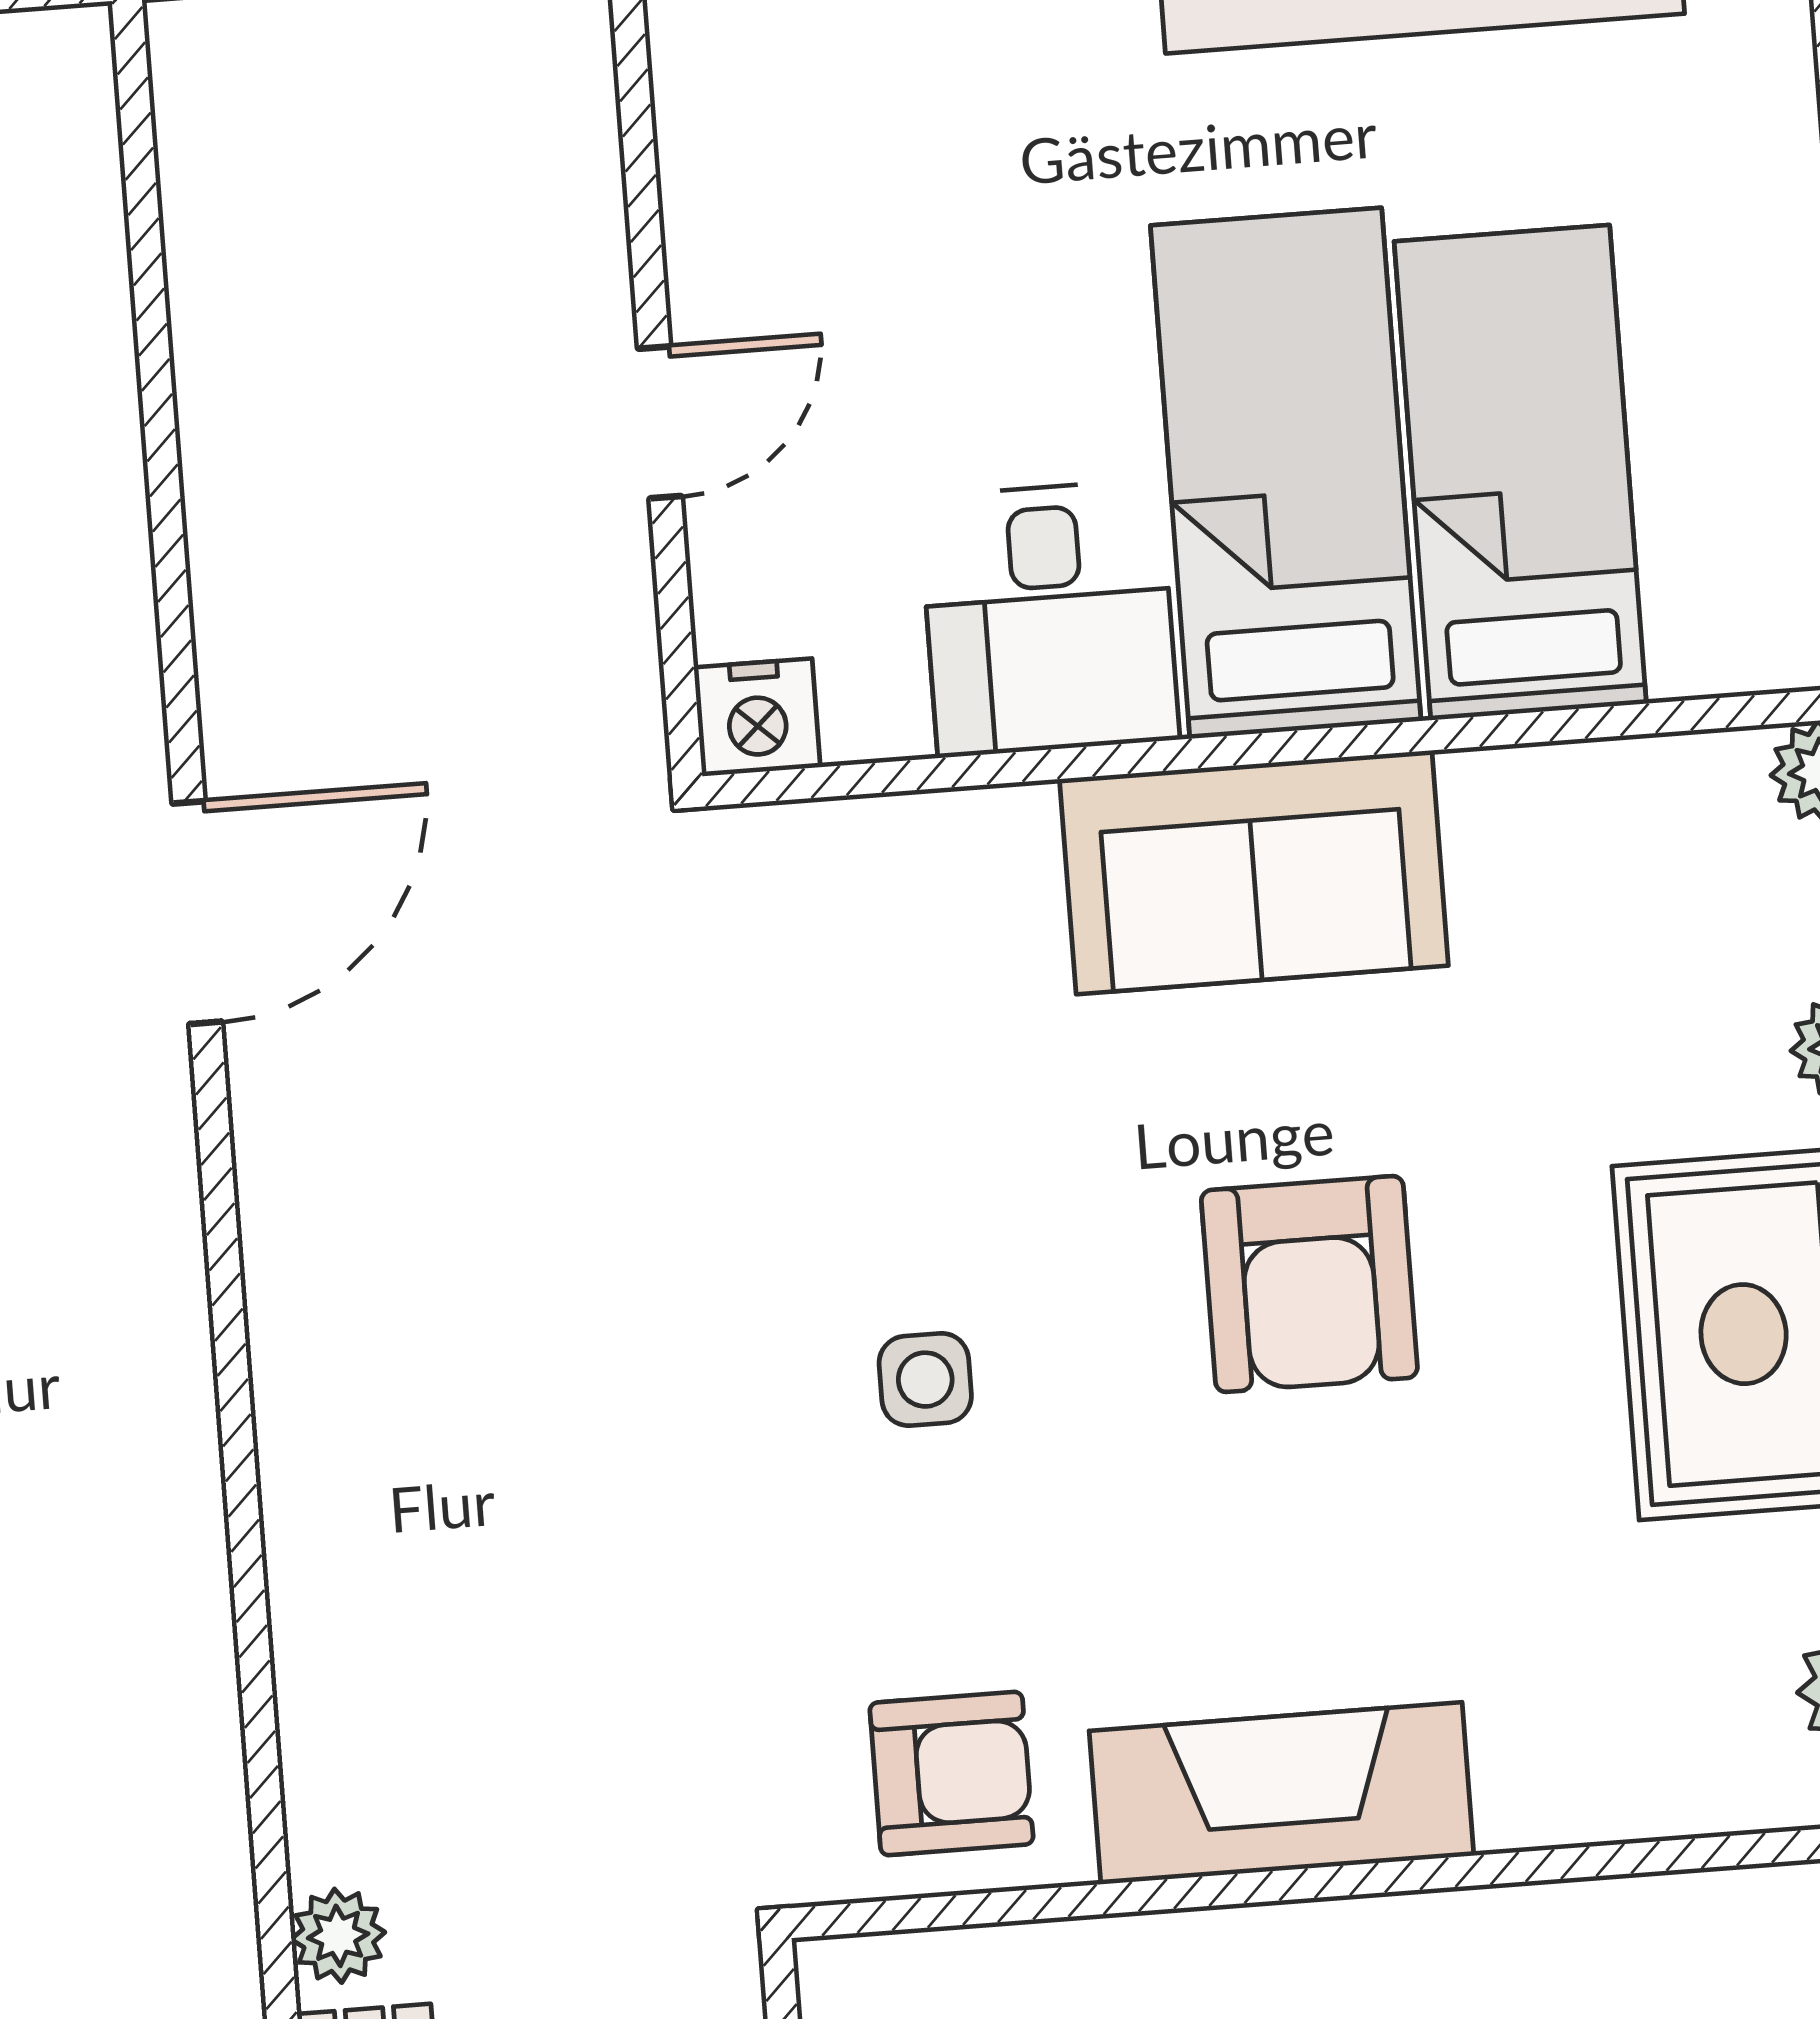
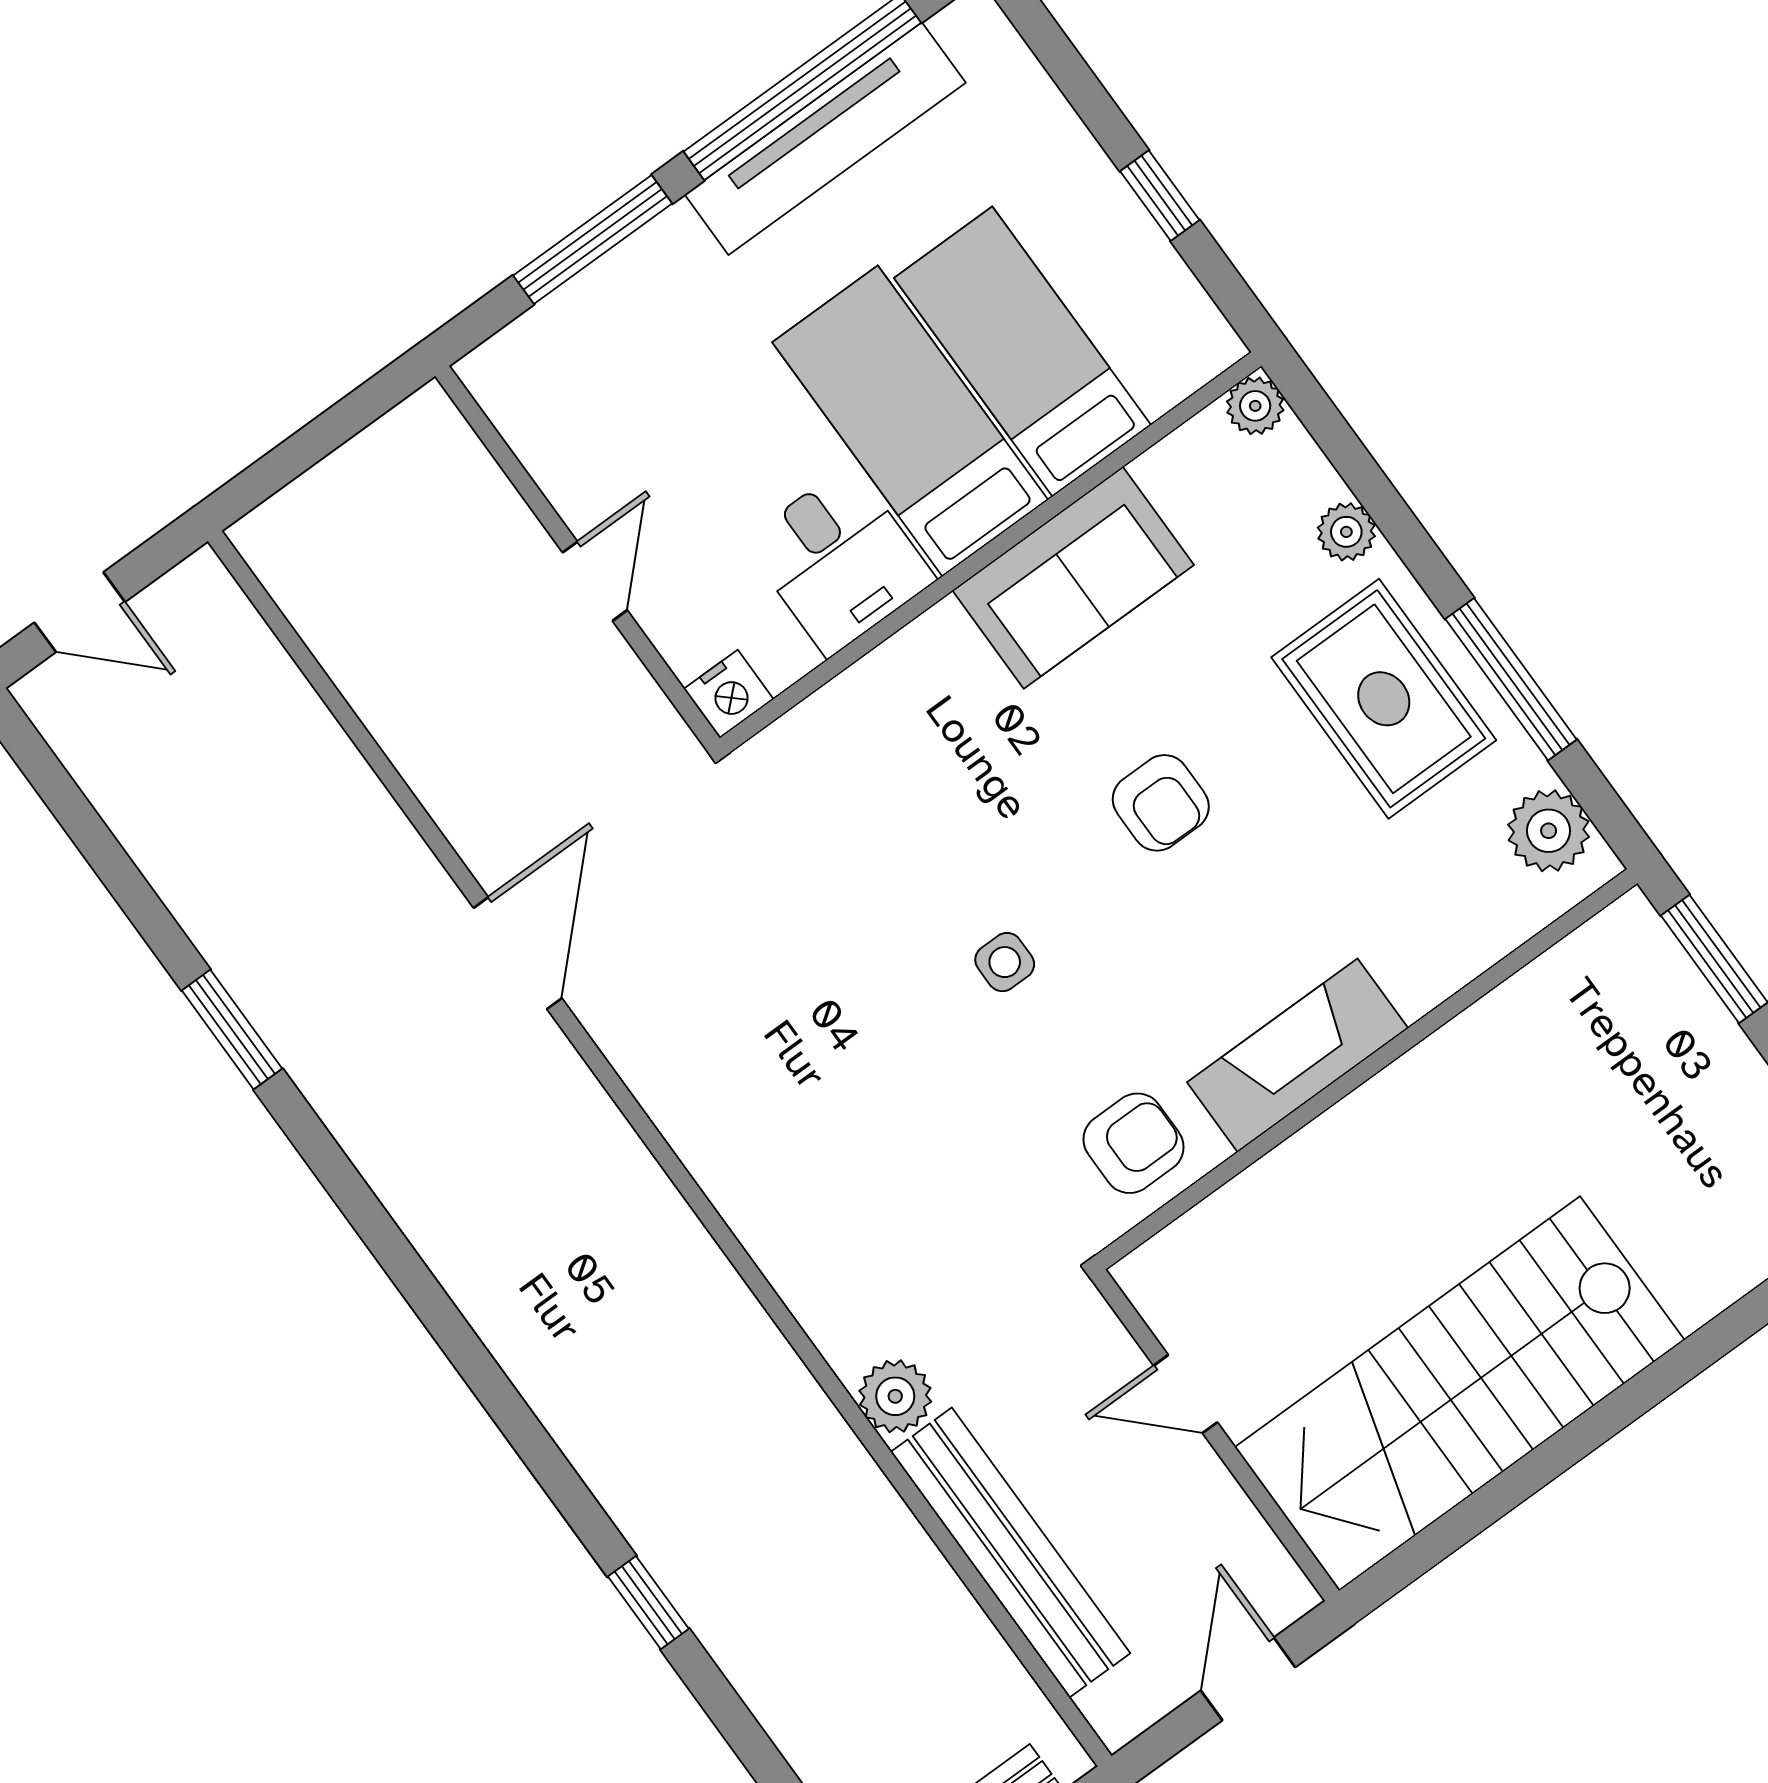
sofa: (1254, 872) -> (1073, 578), moved
armchair: (1309, 1284) -> (1161, 803), width x0.72, depth x0.72
plant: (338, 1936) -> (895, 1396), width x1.38, depth x1.38

